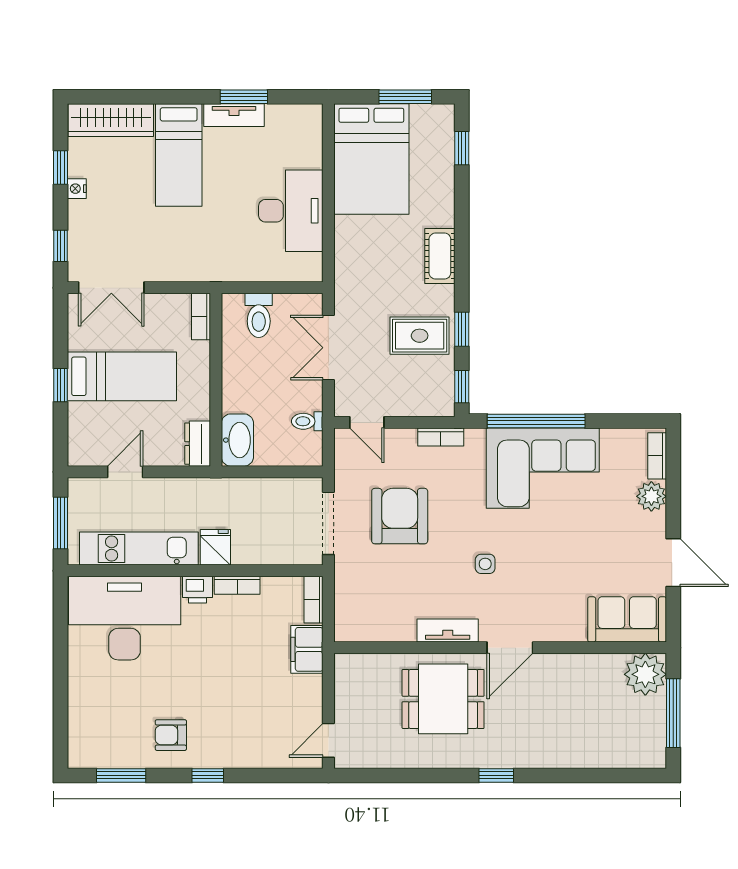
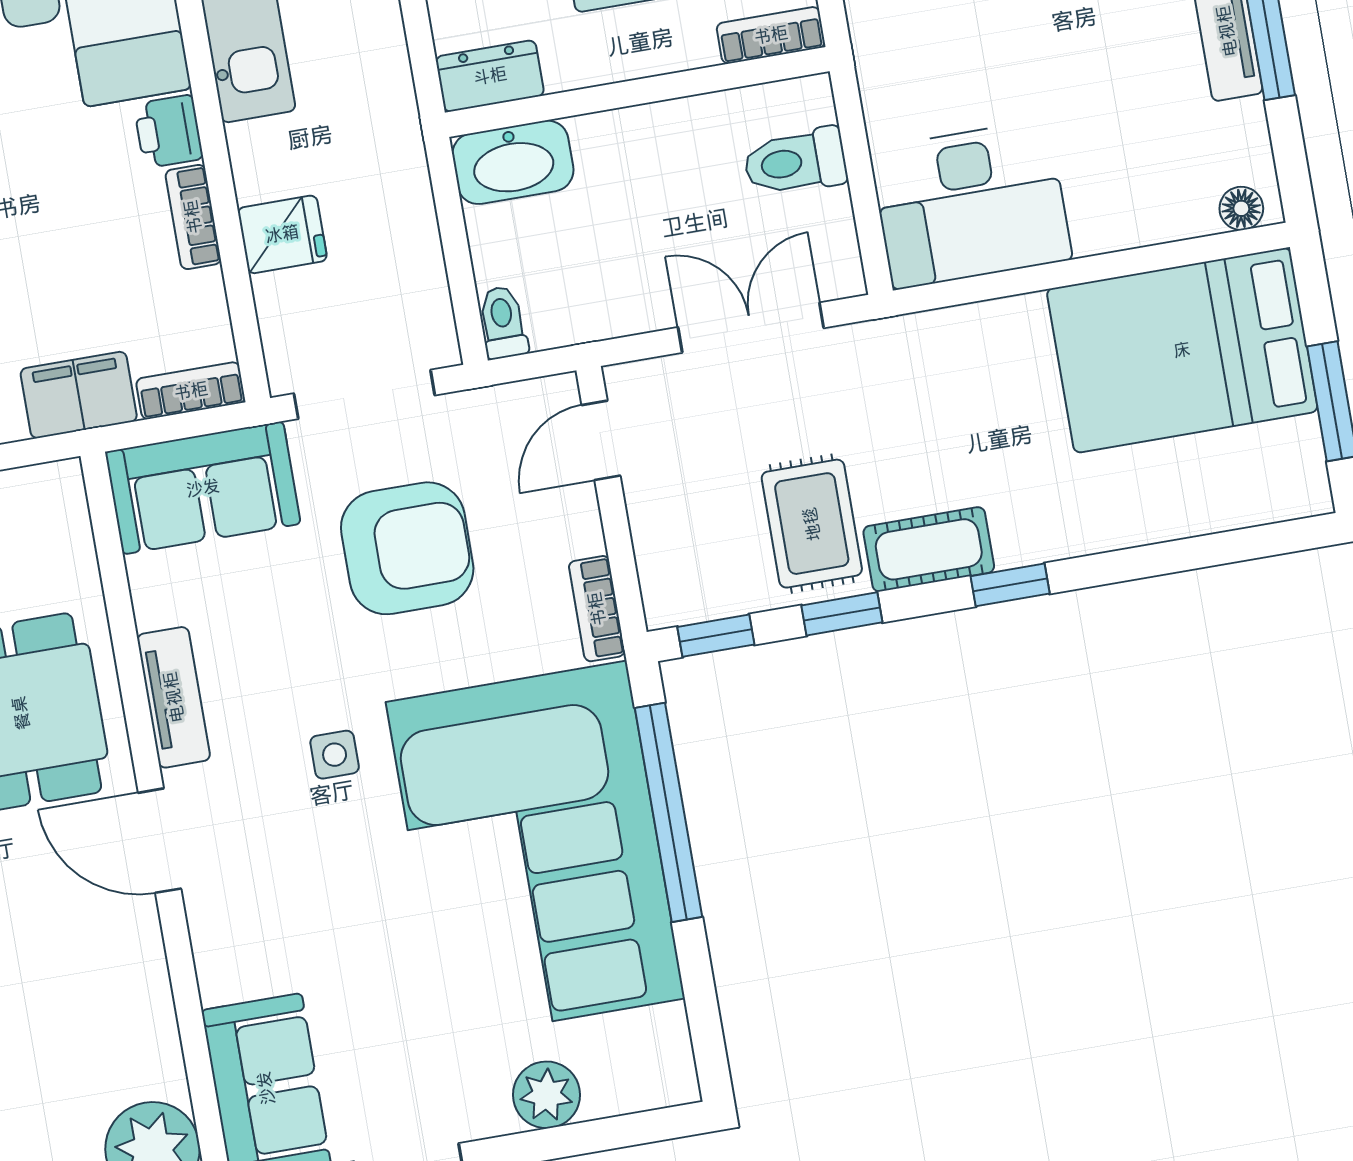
floor lamp: (313, 122) -> (1241, 208), added
window: (462, 148) -> (1010, 585), moved
desk: (291, 211) -> (971, 204), moved
cot: (440, 256) -> (929, 549), moved
toilet: (307, 421) -> (503, 322), moved
bookcase: (657, 456) -> (638, 1092), removed
corner sofa: (543, 468) -> (535, 850), width x1.36, depth x1.36
fridge: (215, 547) -> (282, 234), moved
sofa: (357, 602) -> (203, 488), added

